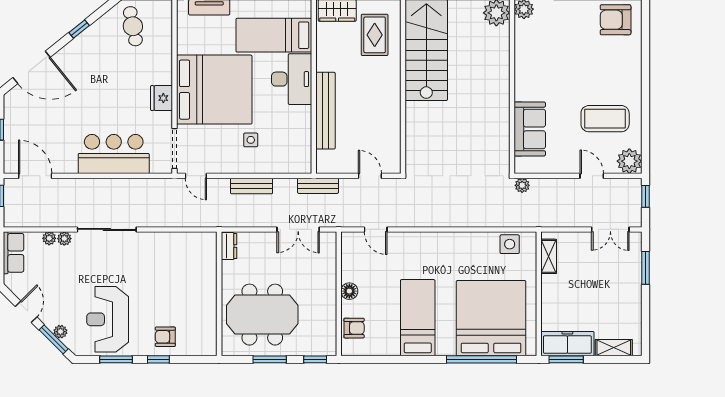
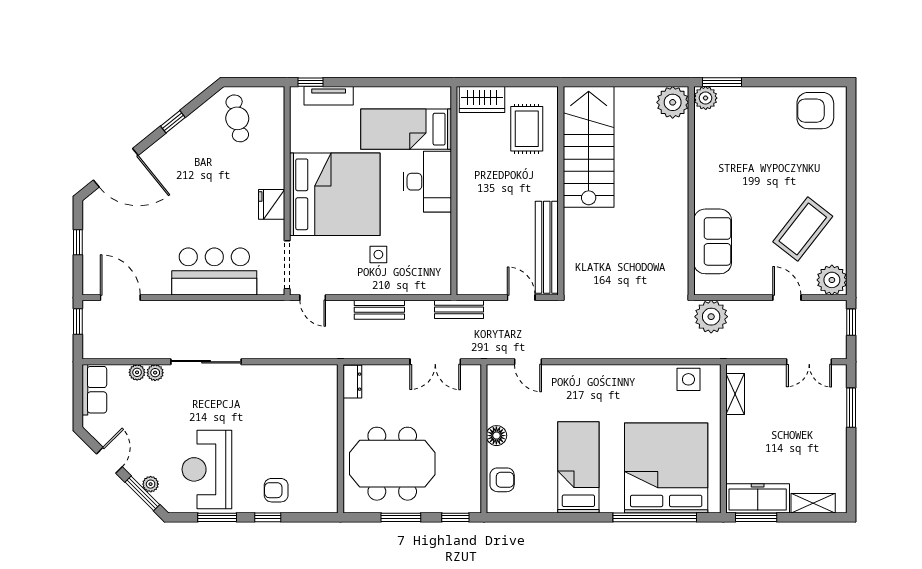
bench: (325, 111) -> (547, 247), moved
coffee table: (605, 119) -> (803, 229), turned -52
plant: (522, 185) -> (711, 317), width x1.88, depth x1.88

